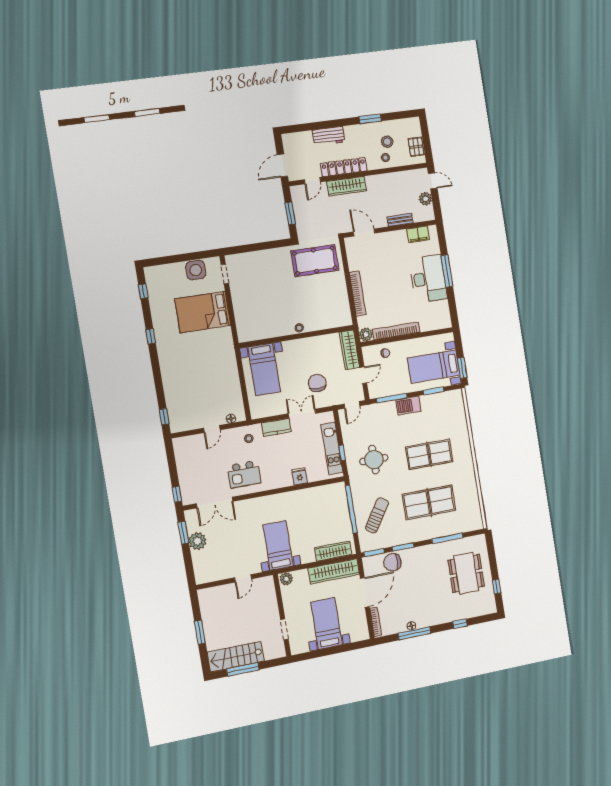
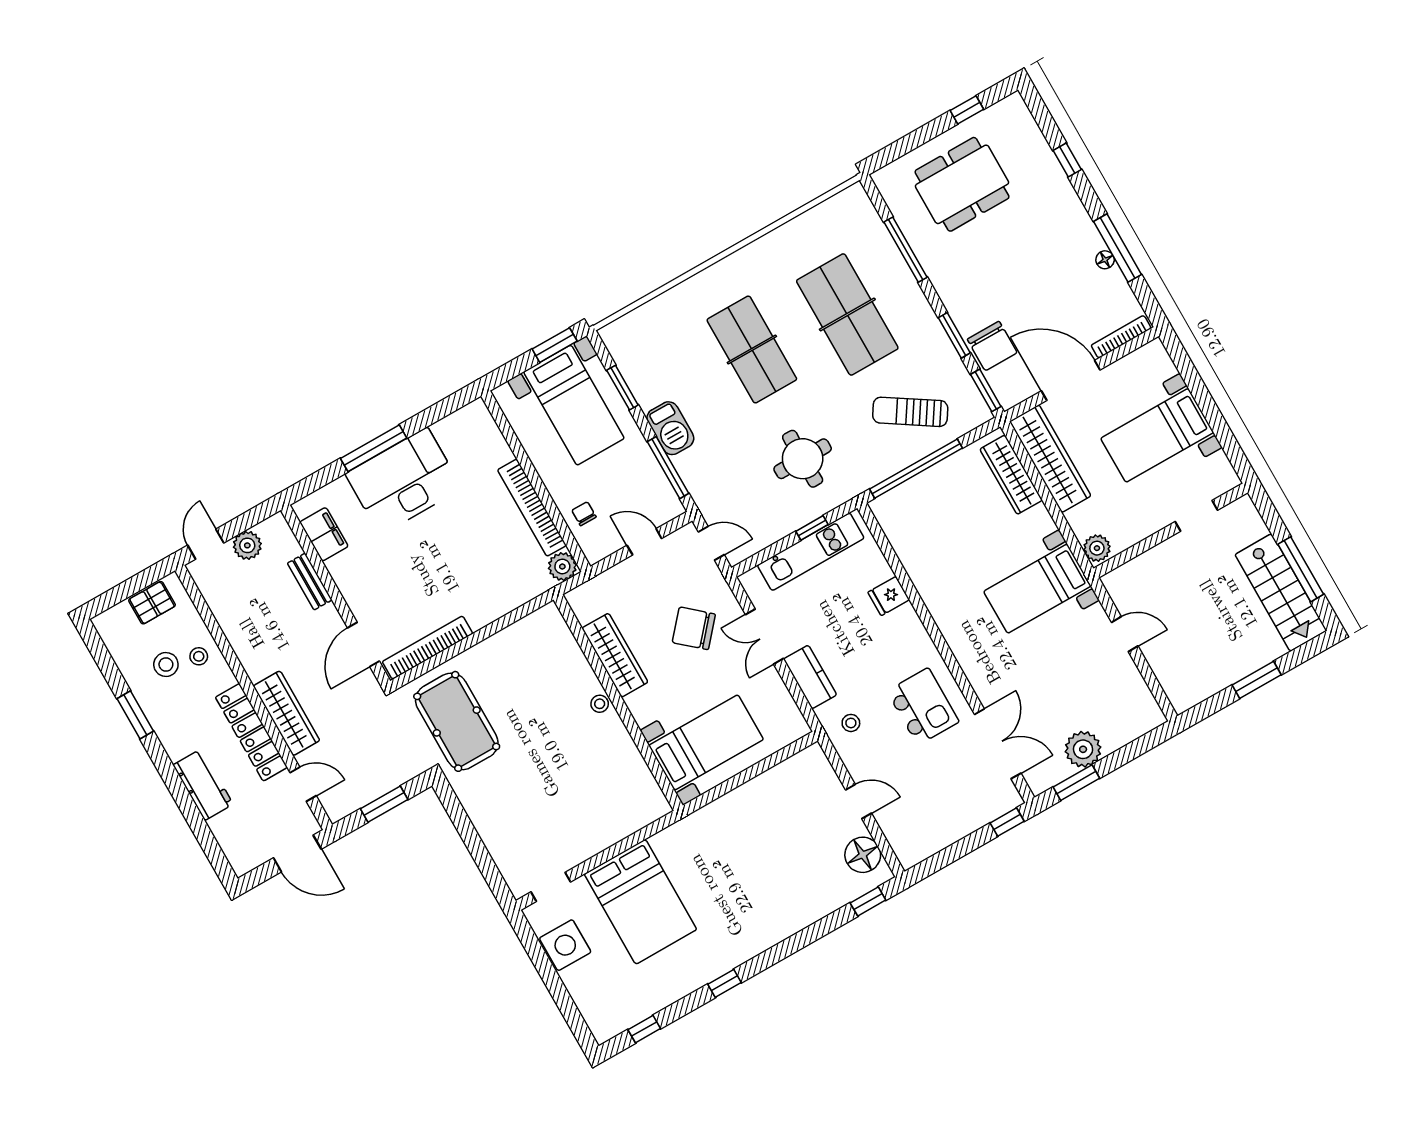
bookcase: (358, 294) -> (427, 648), moved
wardrobe: (350, 350) -> (615, 655), moved, turned -90
chair: (317, 383) -> (694, 628), turned 41
floor lamp: (231, 419) -> (863, 855), moved, width x1.89, depth x1.89

